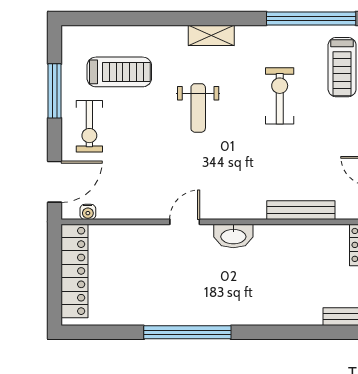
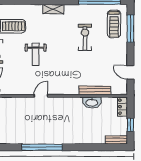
weight bench: (198, 108) -> (36, 54), moved
washbasin: (233, 236) -> (92, 102), moved

